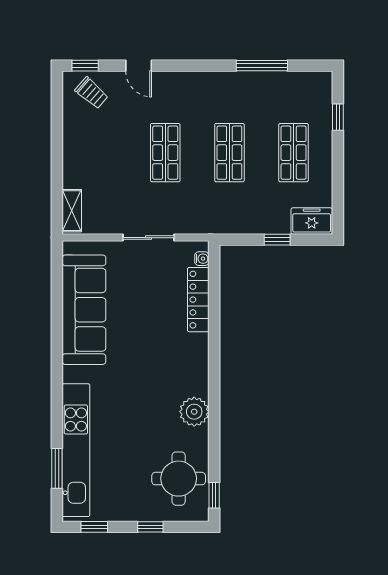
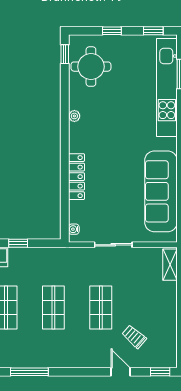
trolley: (92, 93) -> (134, 337), moved
locker: (198, 300) -> (76, 177), moved
plant: (194, 412) -> (74, 116), width x0.53, depth x0.53

